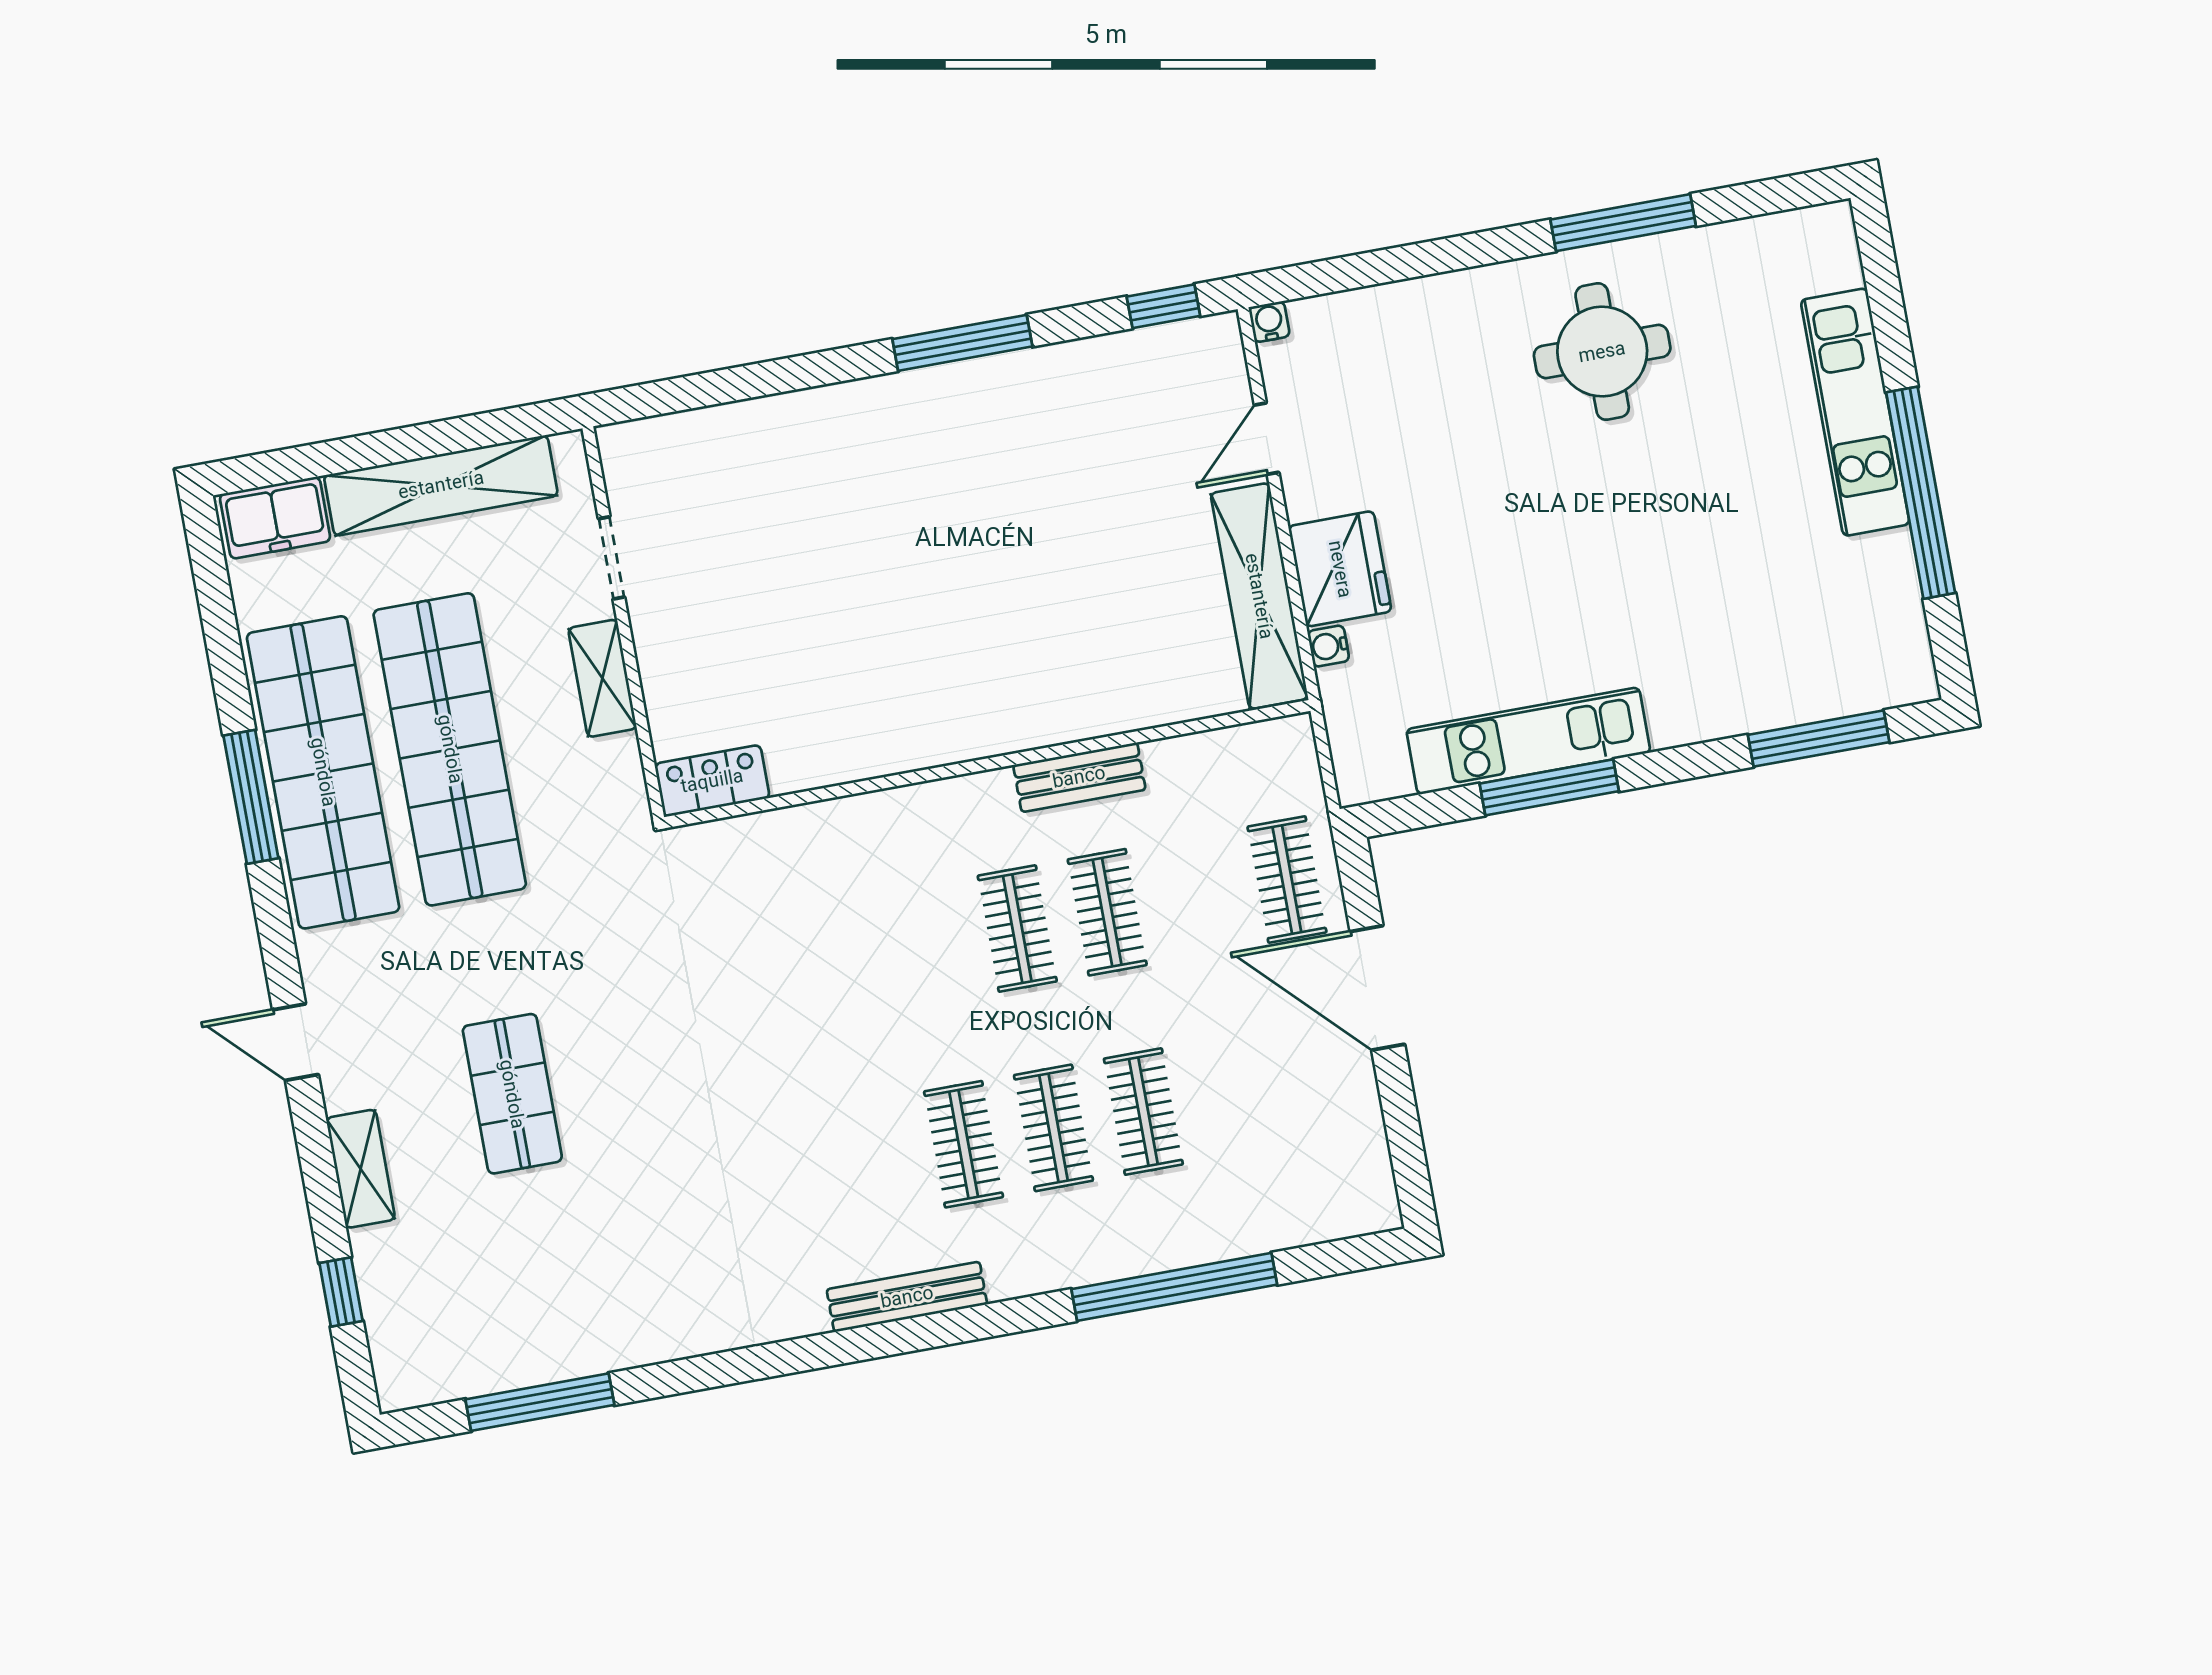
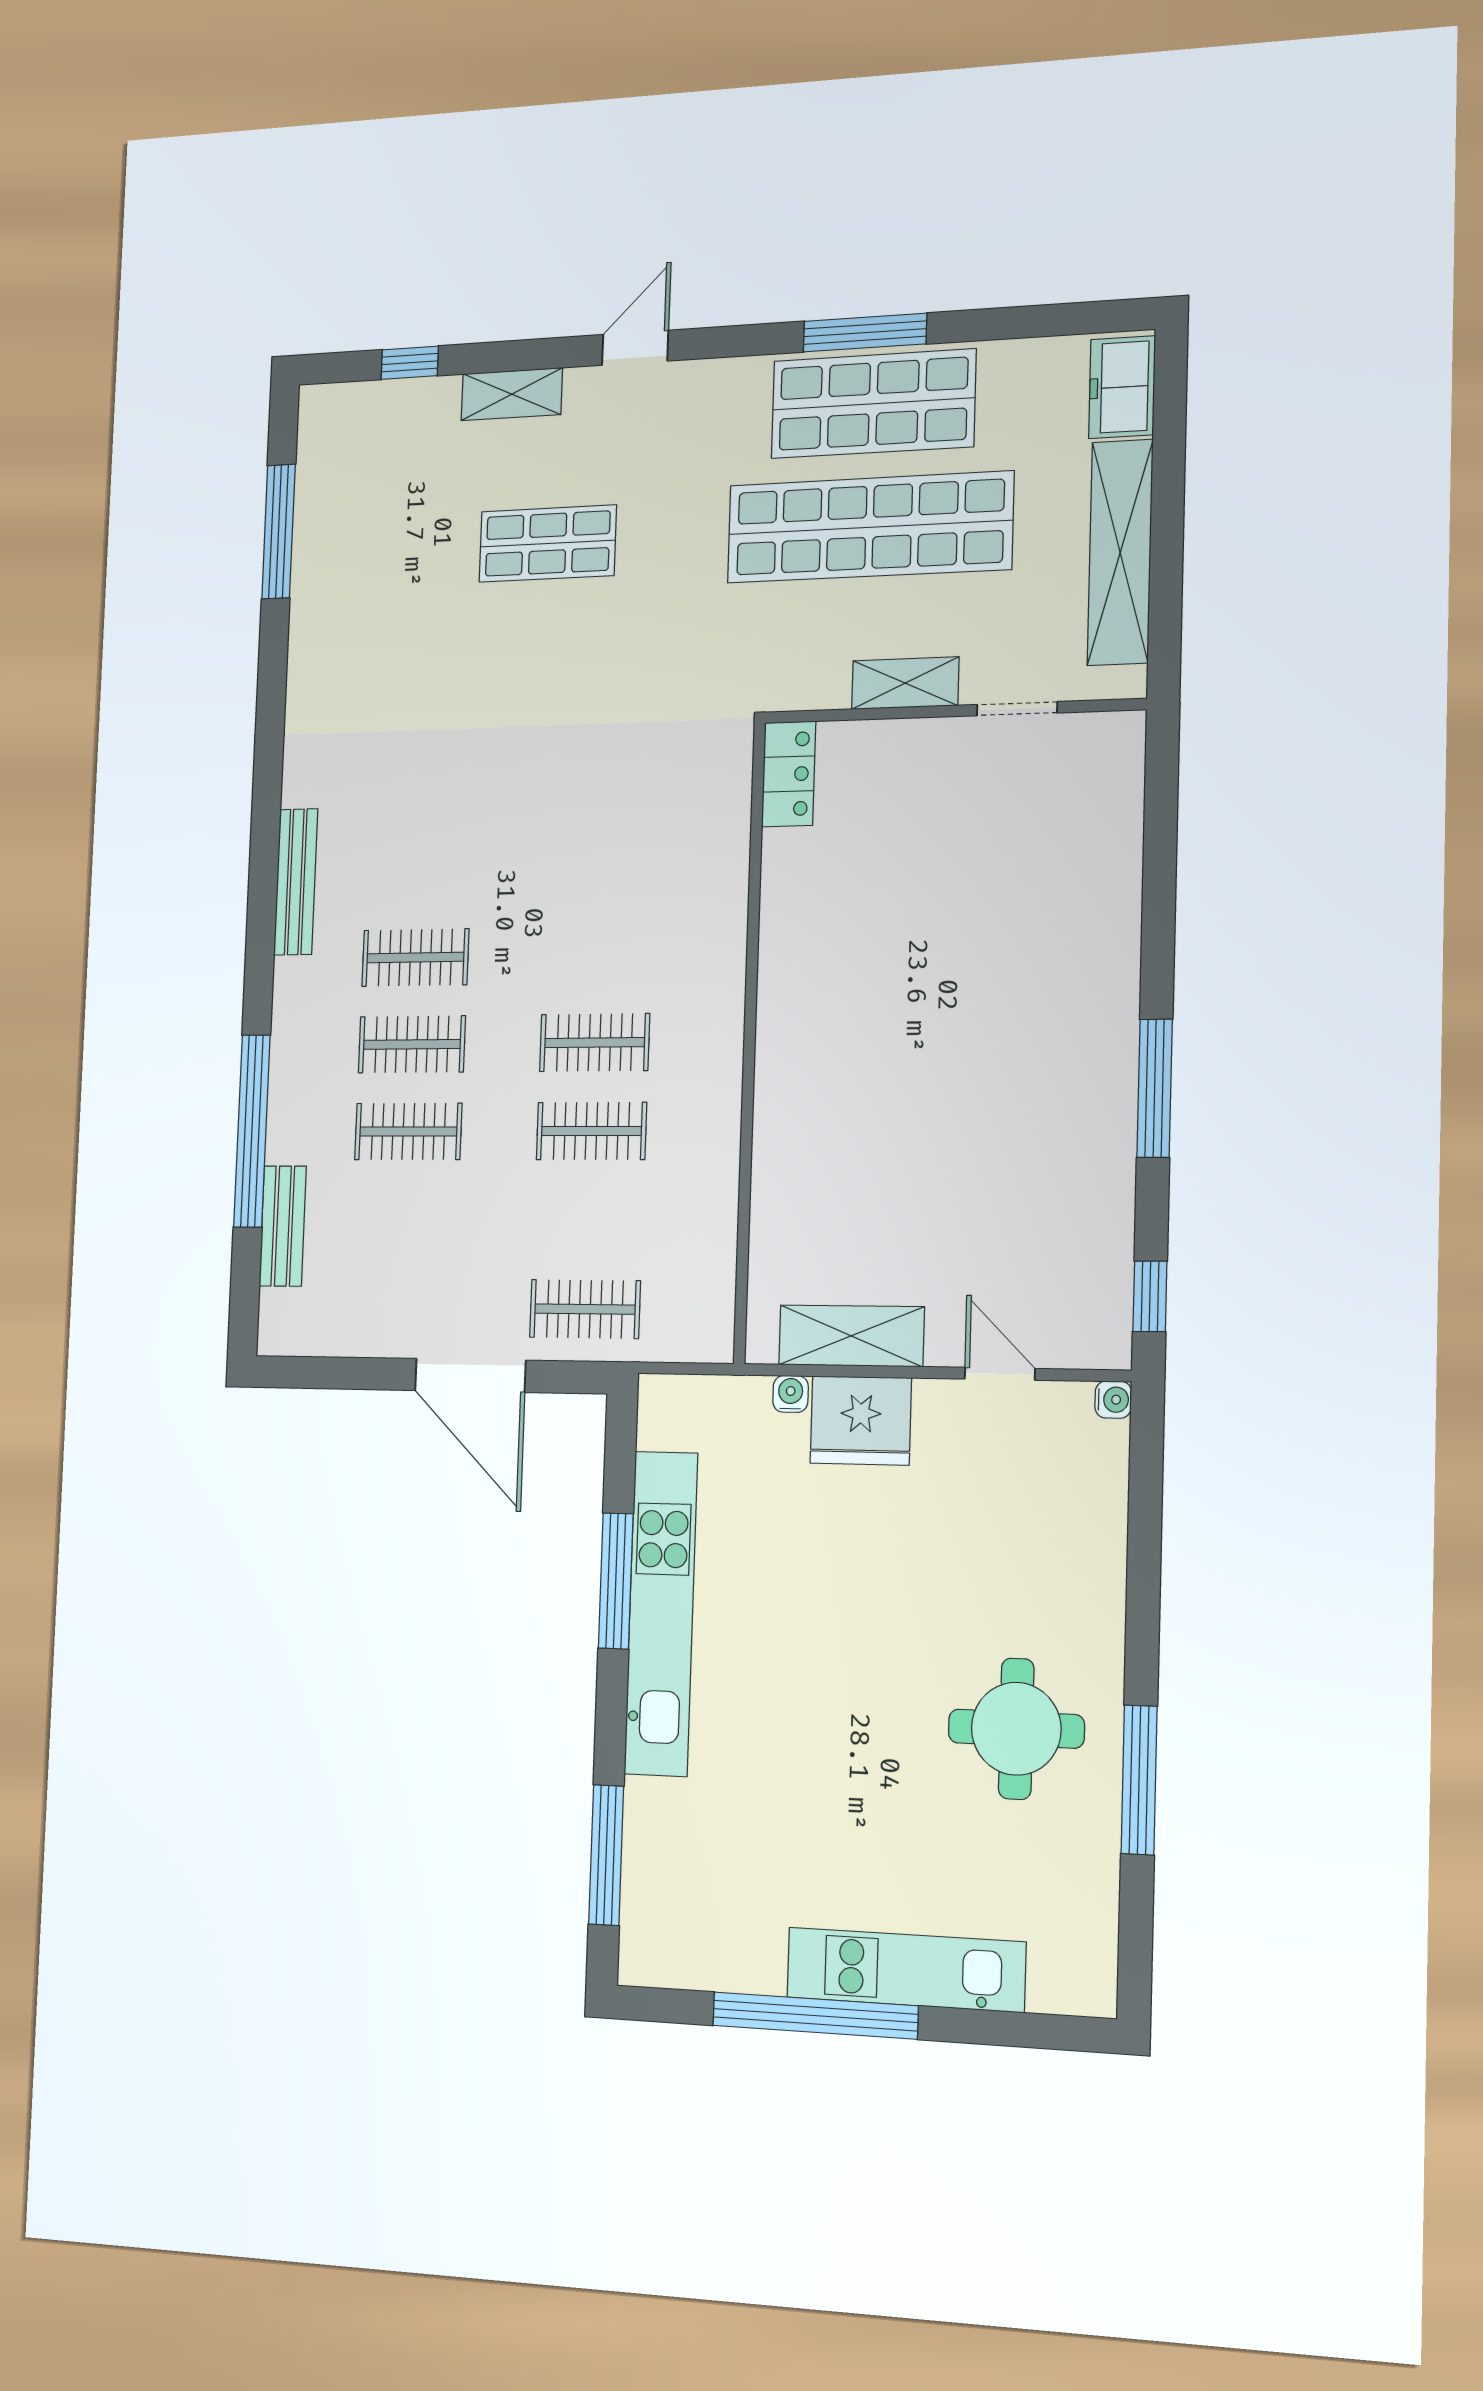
shelving: (1259, 596) -> (851, 1336), width x0.68
kitchen unit: (1528, 741) -> (661, 1613), width x1.36
shop shelf: (323, 772) -> (873, 404), width x0.71
bench: (1079, 777) -> (283, 1226), moved
door: (1377, 988) -> (470, 1375), swing flipped

